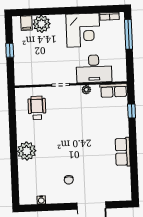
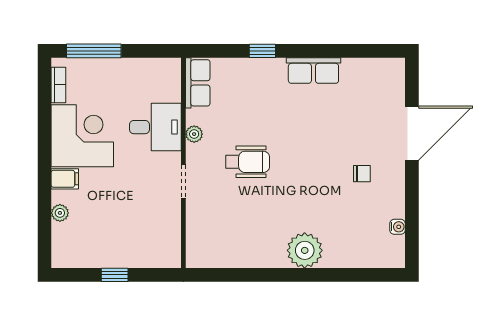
filing cabinet: (26, 23) -> (65, 179), moved
plant: (42, 24) -> (60, 213), width x0.53, depth x0.53
desk: (94, 69) -> (155, 127), width x0.73
wheelchair: (37, 108) -> (248, 162), moved, turned 180
window: (132, 111) -> (262, 51), moved

